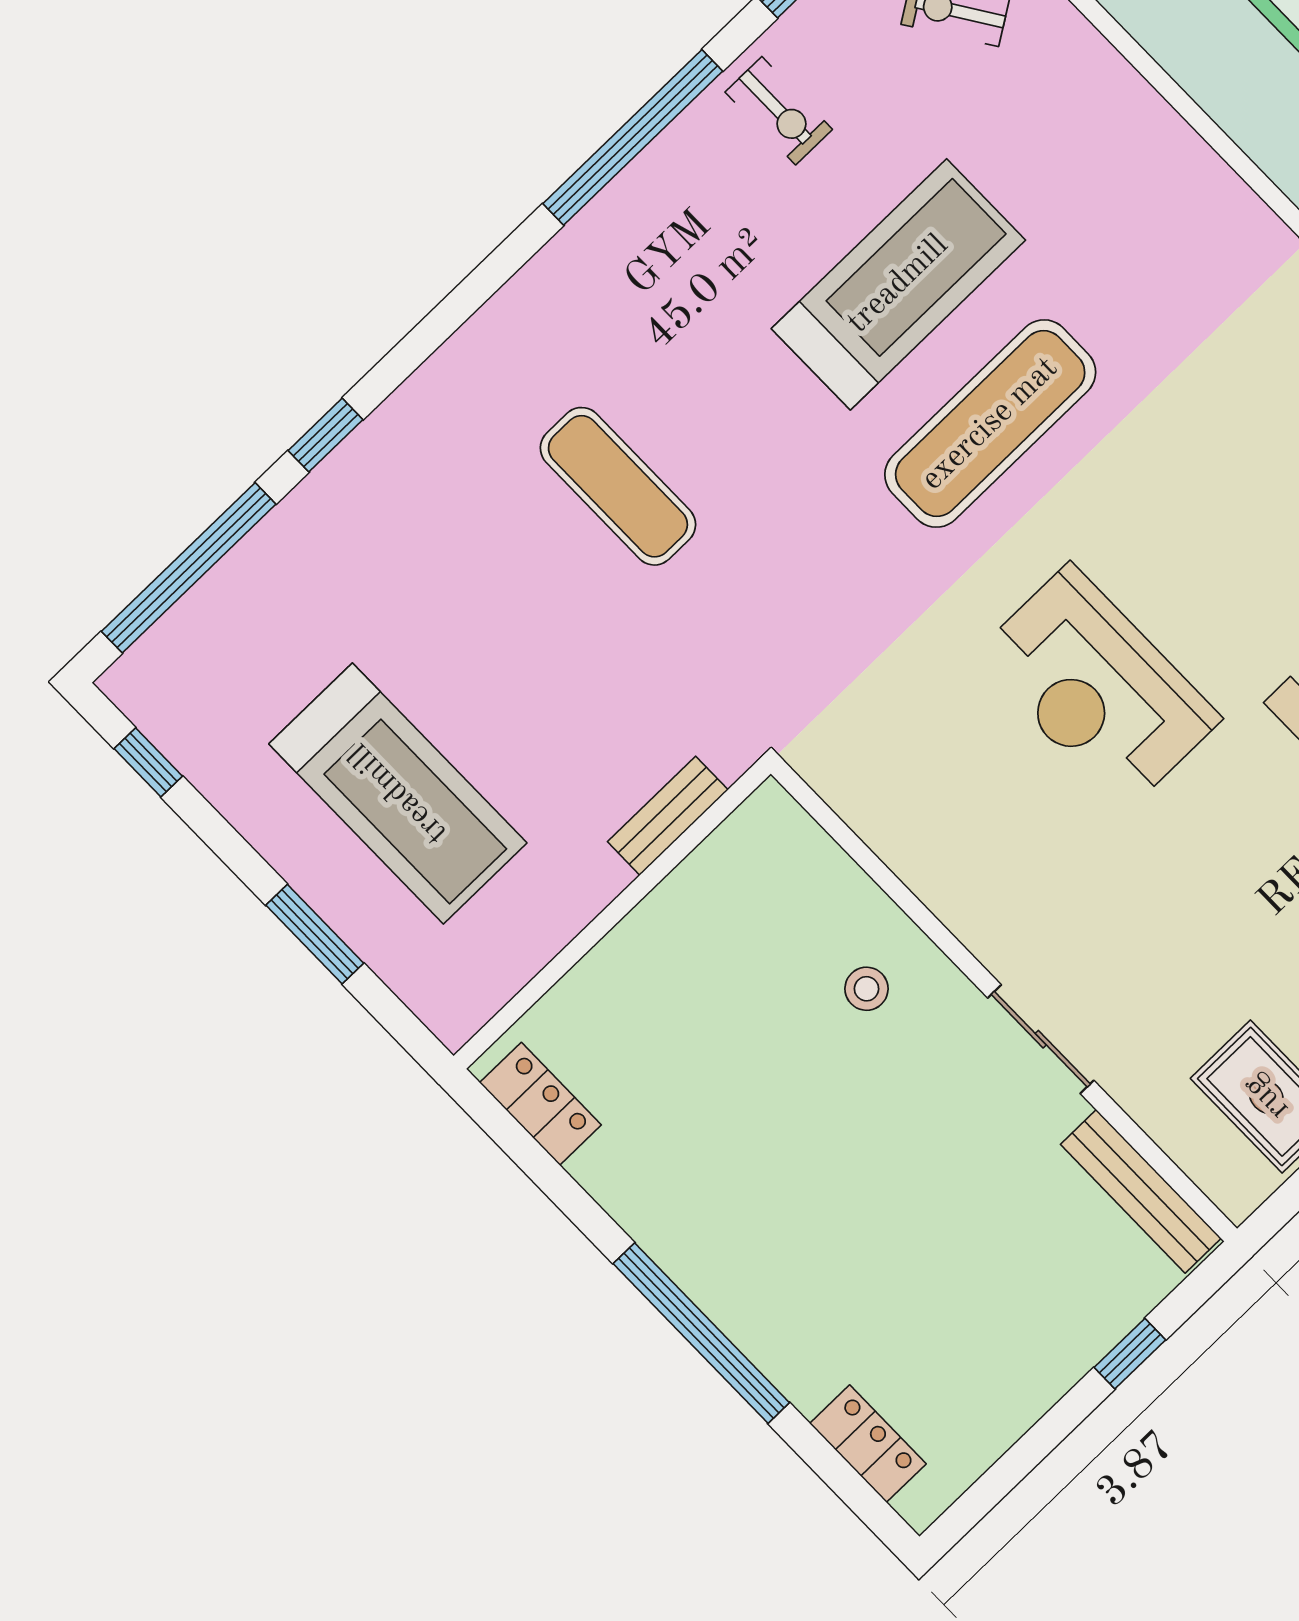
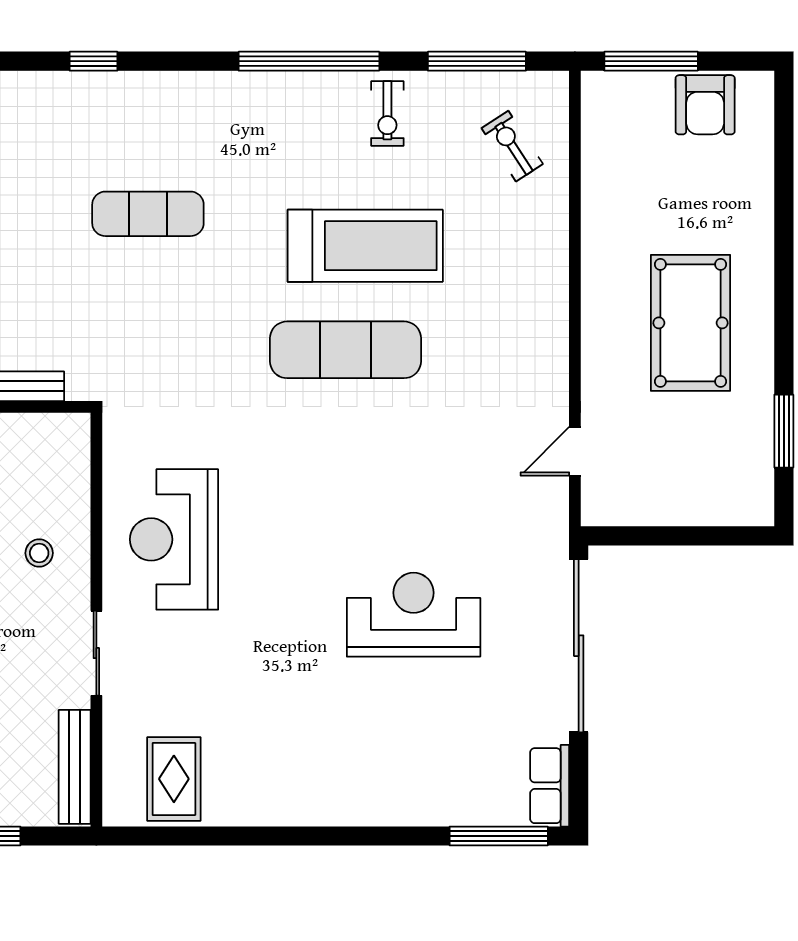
window: (326, 435) -> (93, 61), moved
exercise mat: (618, 486) -> (148, 214), turned 90
reception desk: (1097, 688) -> (174, 539), moved

